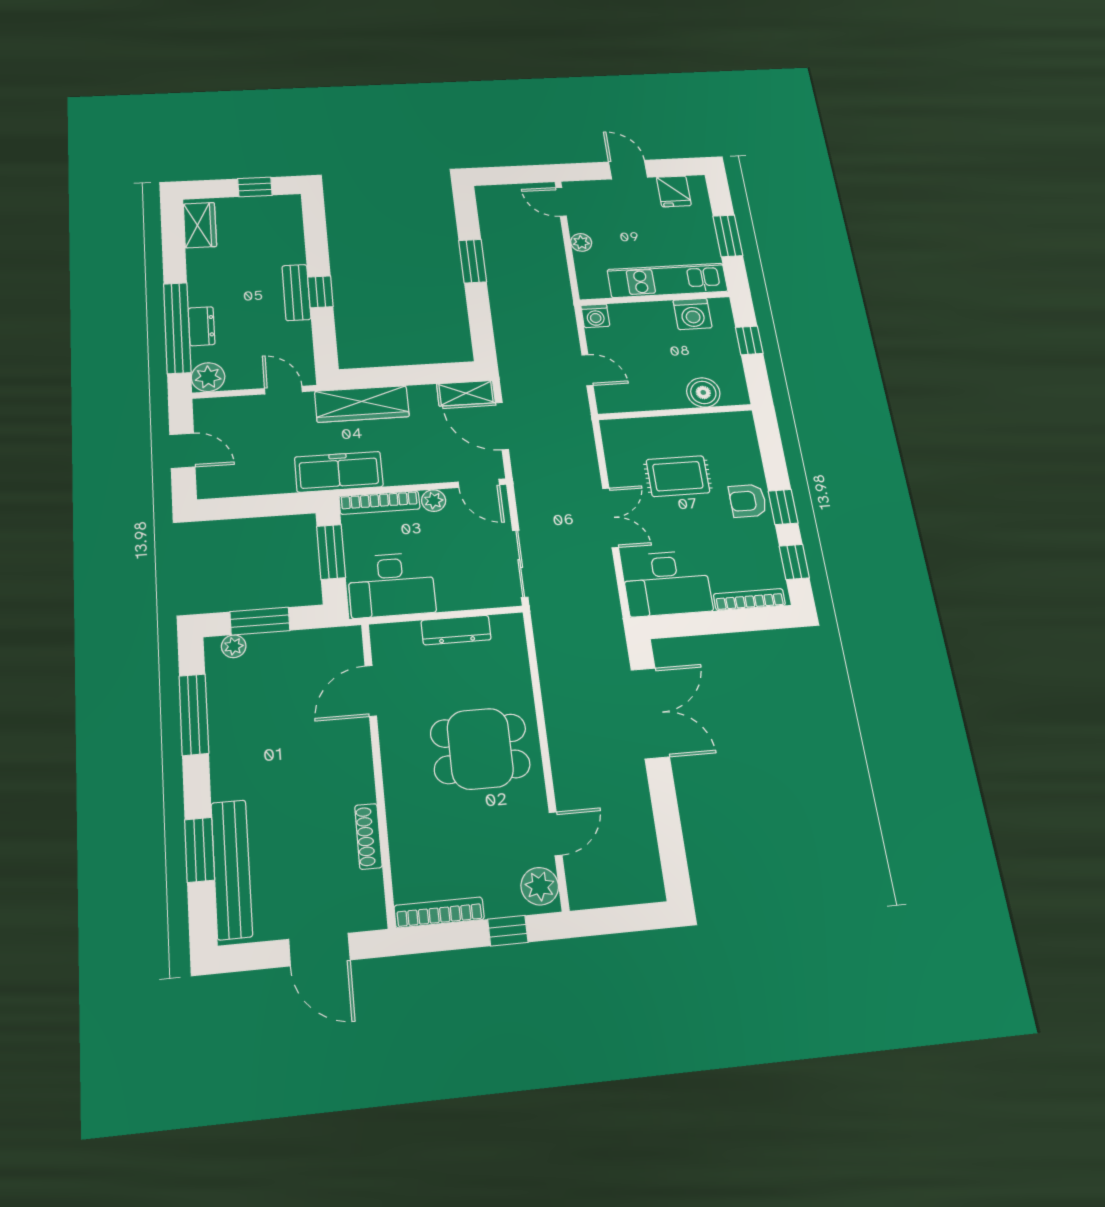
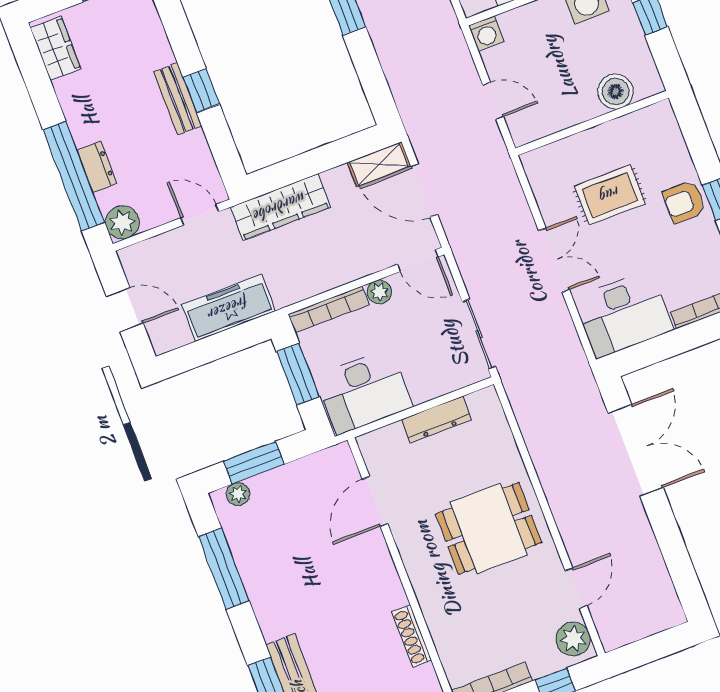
freezer: (339, 472) -> (229, 308), moved

